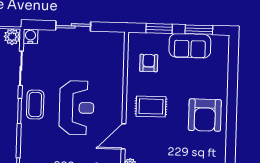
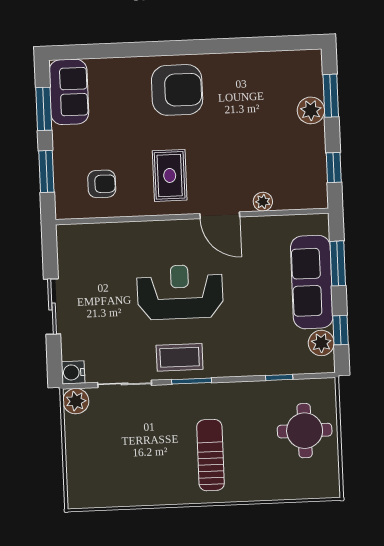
sofa: (190, 46) -> (69, 92), moved
armchair: (149, 63) -> (102, 184), turned 180

